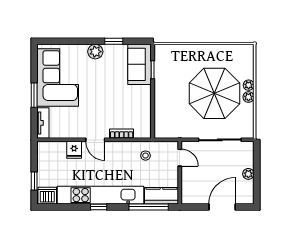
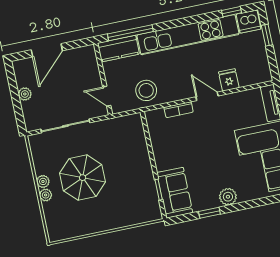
parasol: (214, 93) -> (83, 178), width x0.73, depth x0.73
stool: (146, 156) -> (146, 90), width x1.89, depth x1.89
window: (99, 207) -> (232, 12), moved

